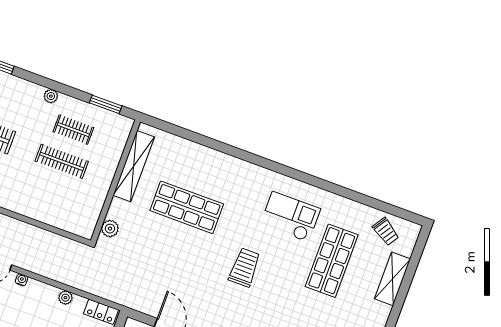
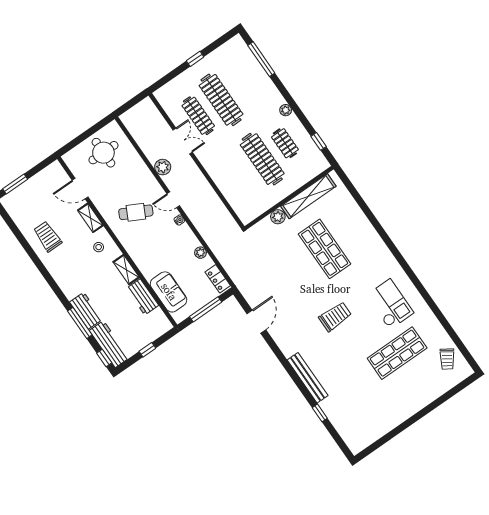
window: (106, 104) -> (319, 141), width x0.67
clothes rail: (62, 161) -> (262, 159), width x1.37, depth x1.31
plant: (110, 229) -> (278, 217), moved
shelving: (392, 279) -> (429, 394), removed

